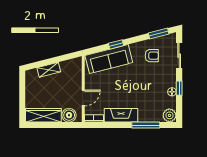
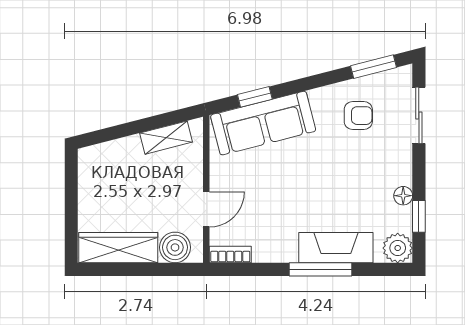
window: (116, 44) -> (255, 97), moved
shelving: (49, 70) -> (166, 138), moved
window: (179, 88) -> (419, 216), moved
fireplace: (121, 115) -> (336, 248), moved
window: (146, 125) -> (320, 269), moved

